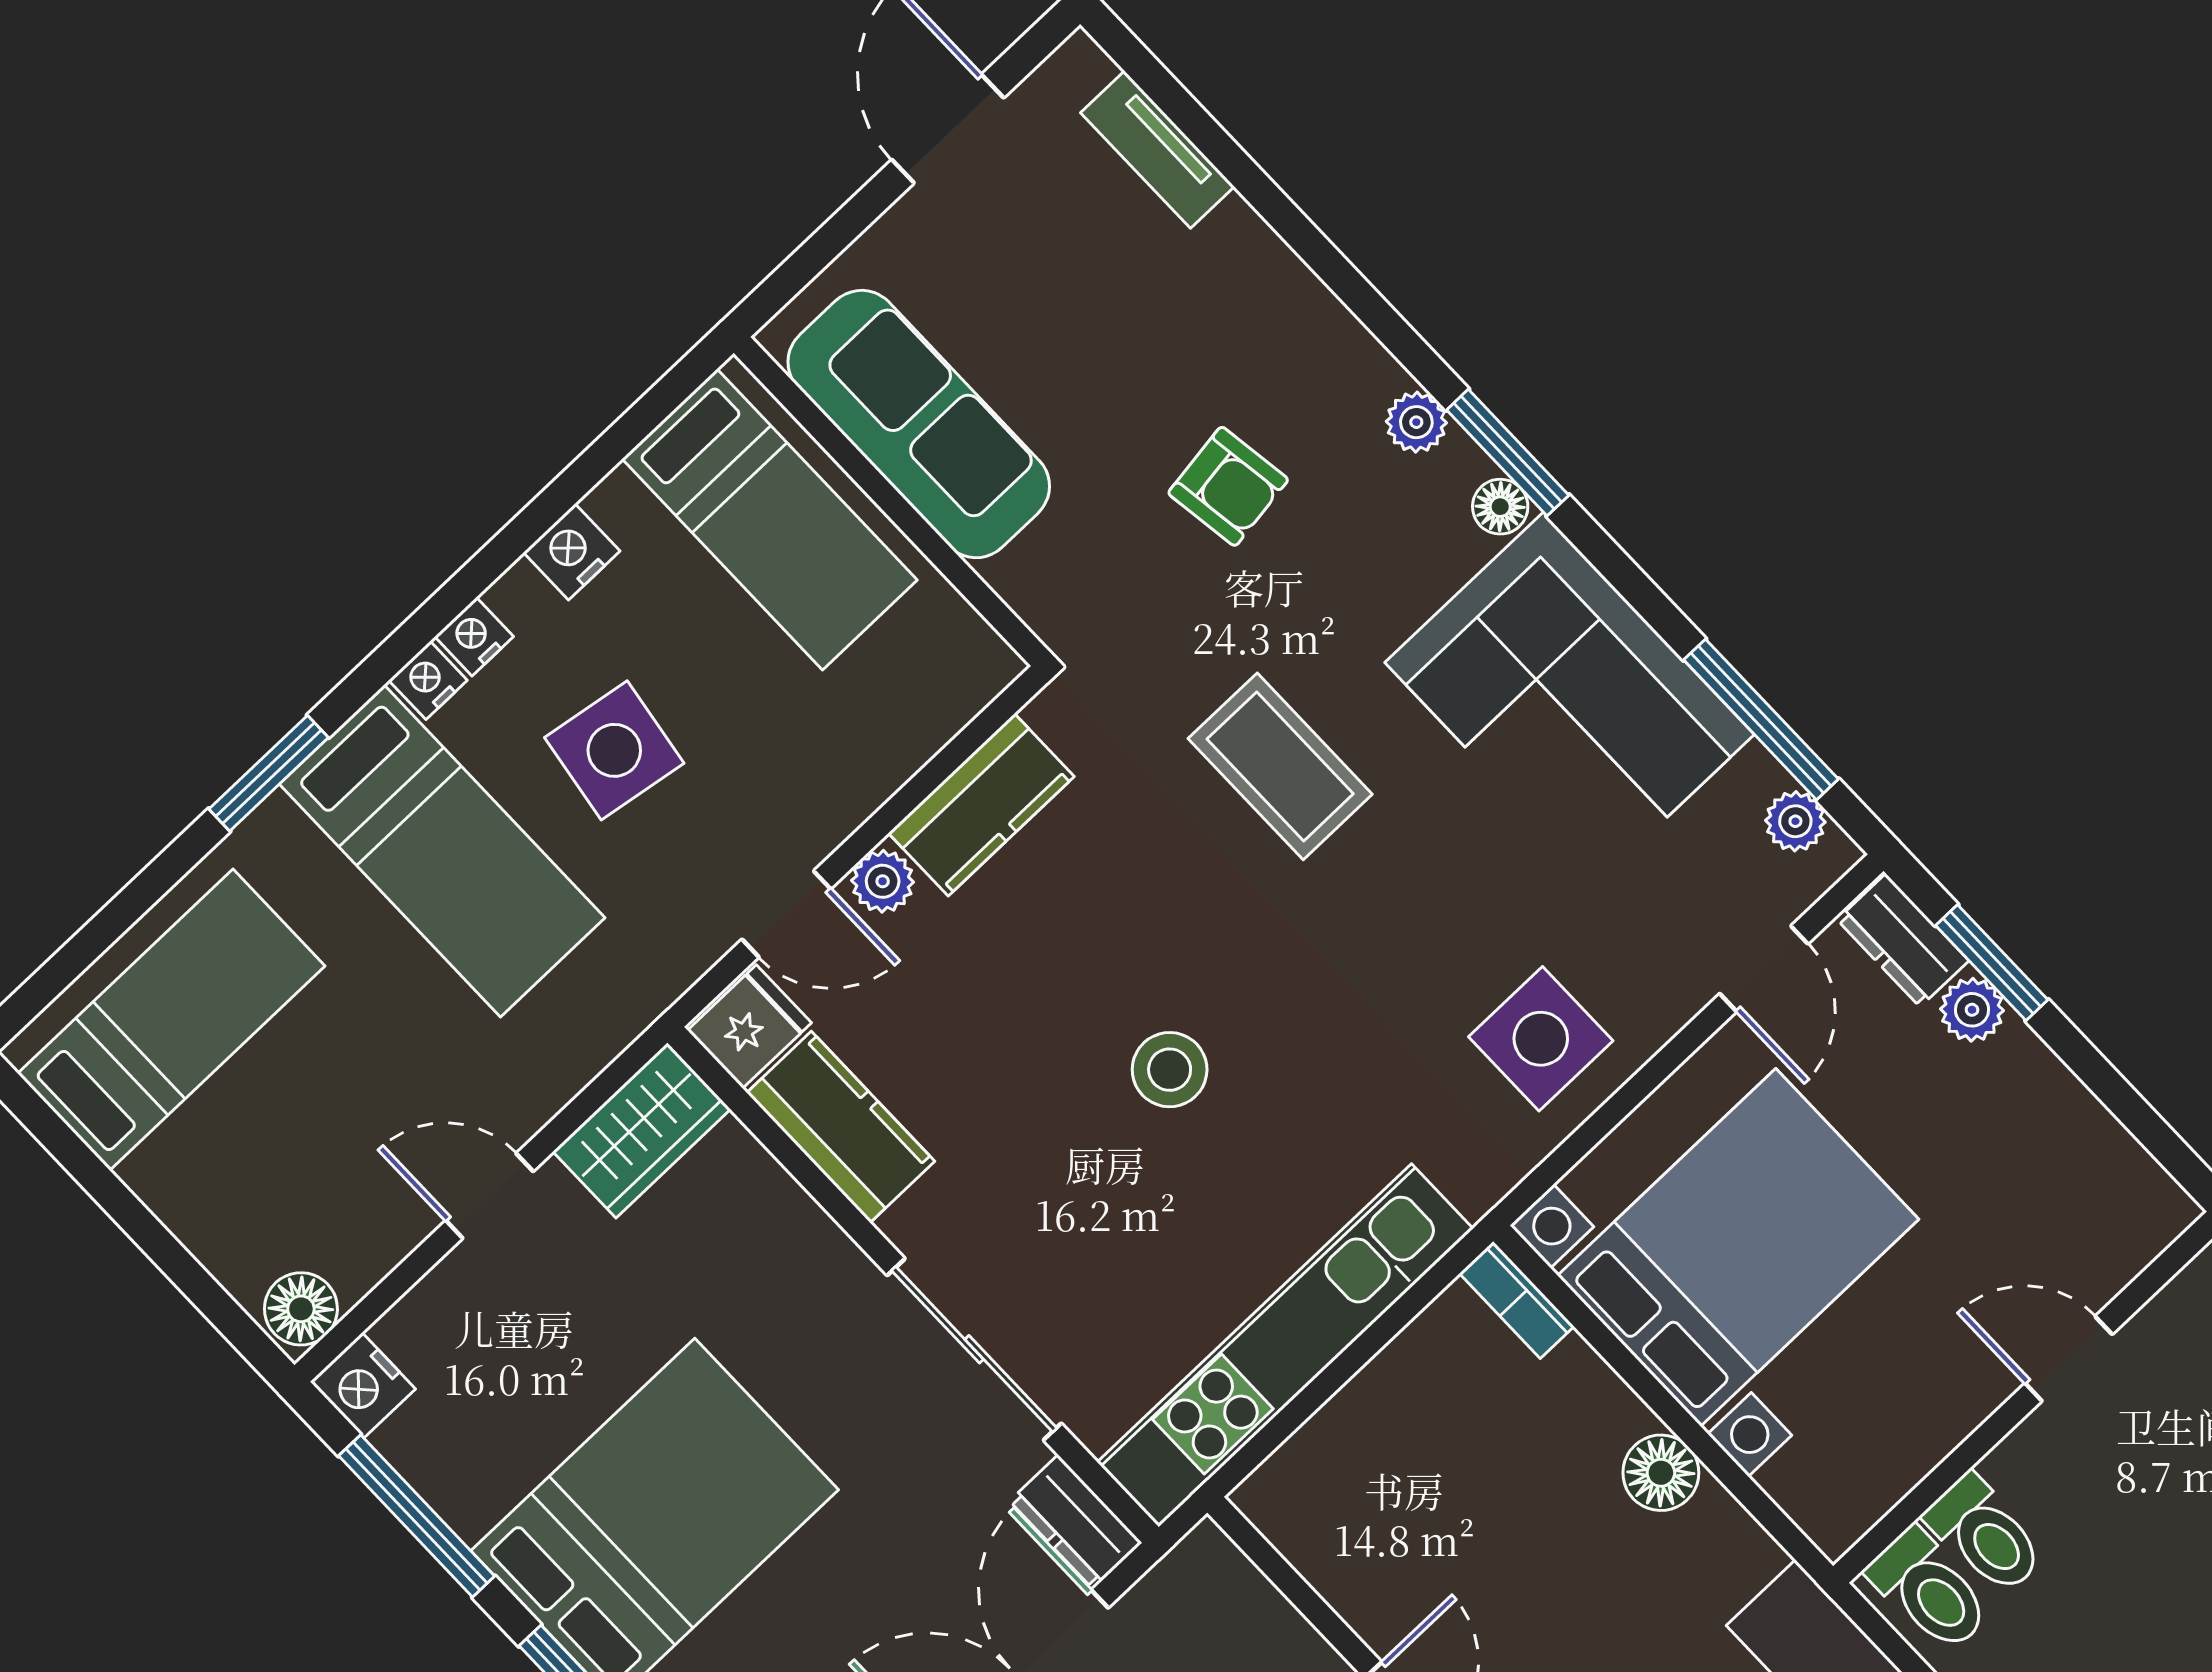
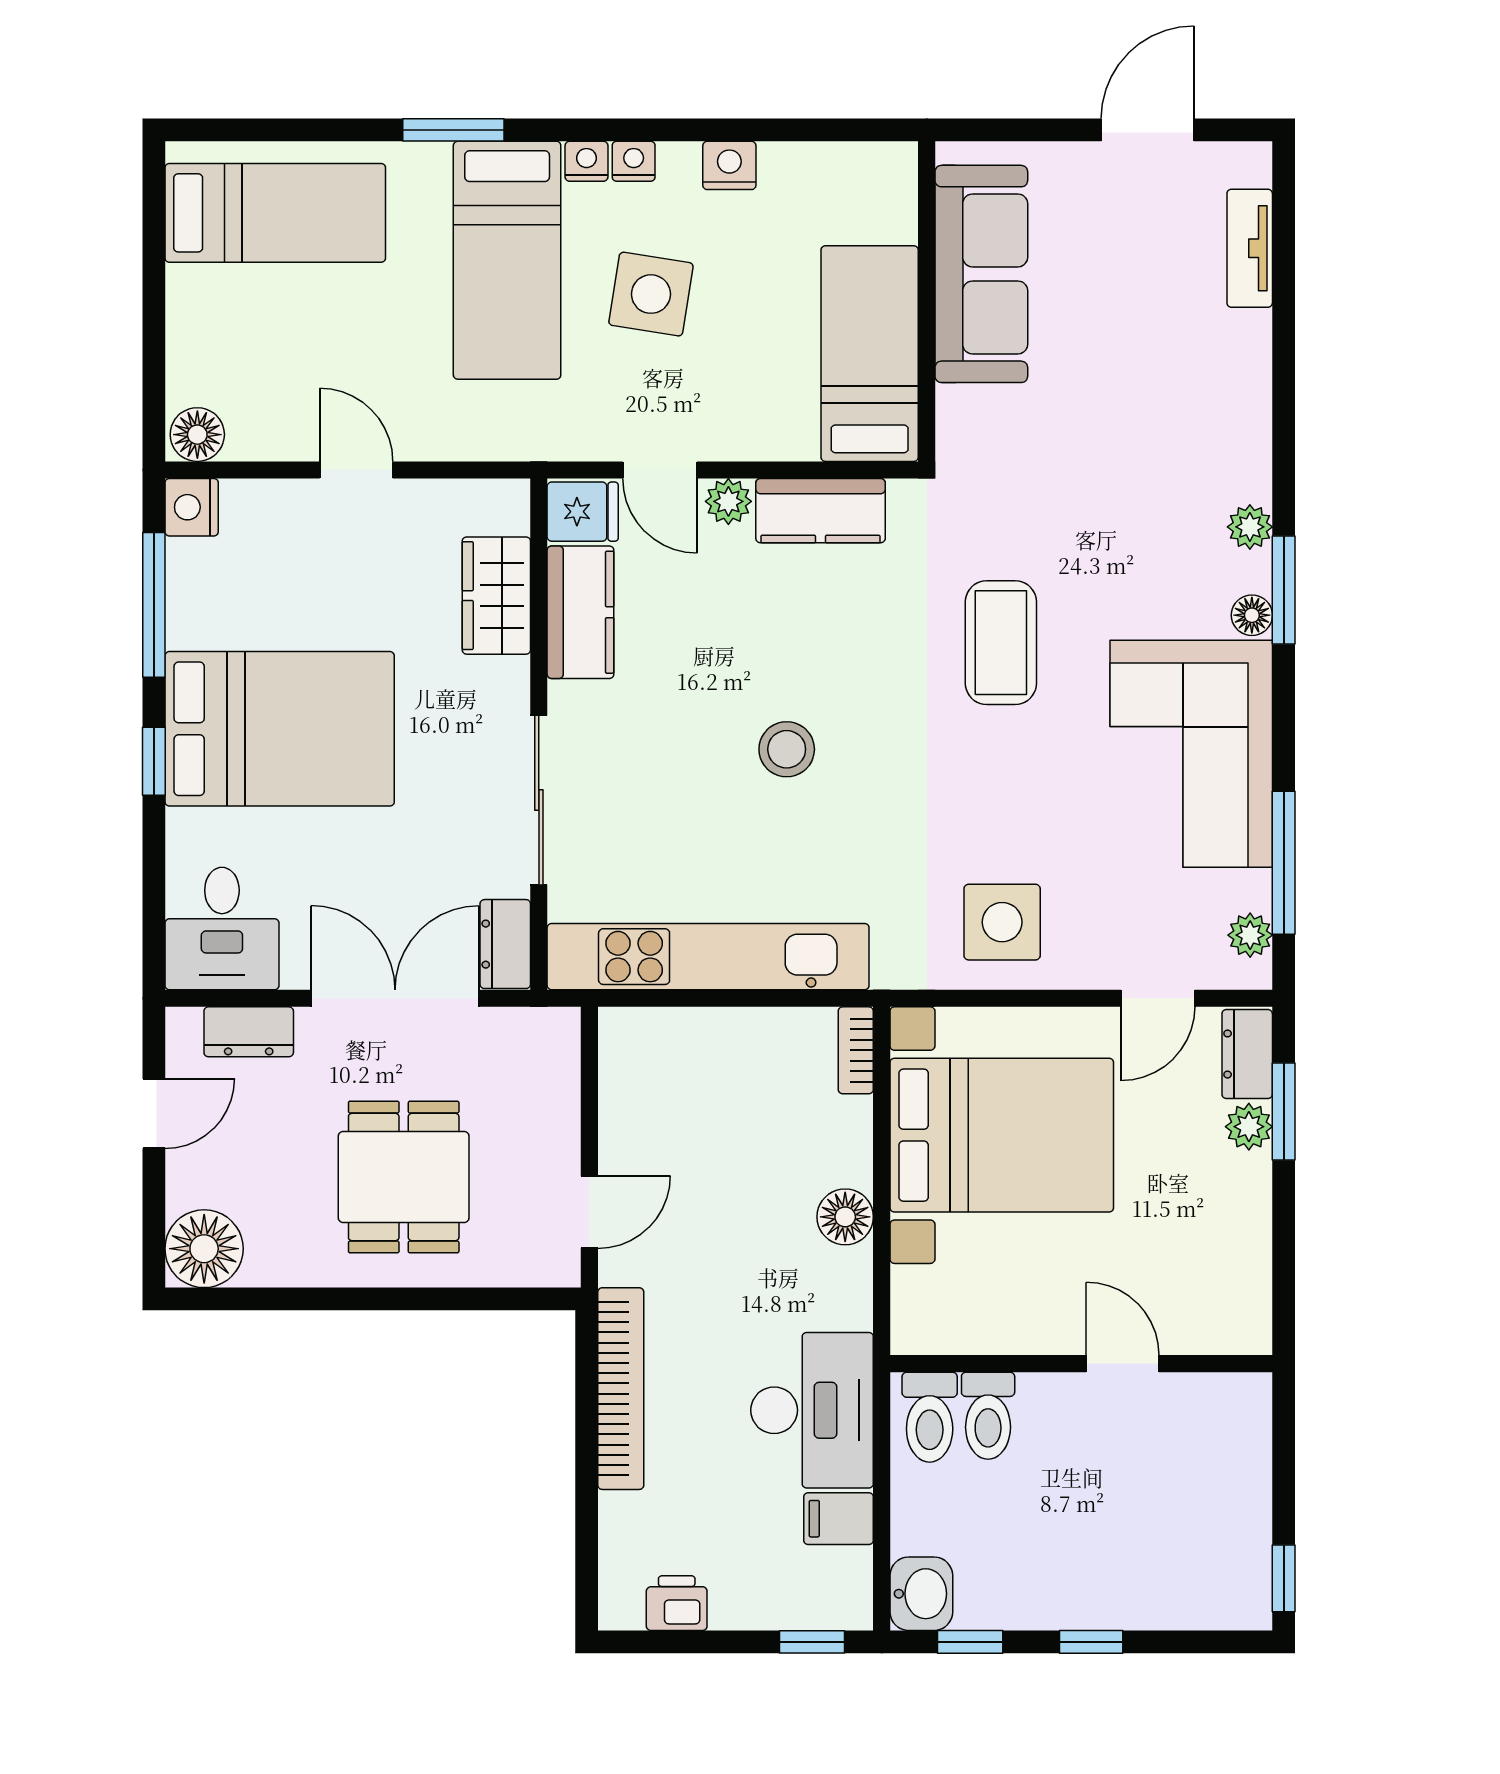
armchair: (1228, 486) -> (1116, 465), removed
bed: (770, 519) -> (870, 354), moved, turned 180
wardrobe: (642, 1130) -> (496, 596), moved, turned 90

